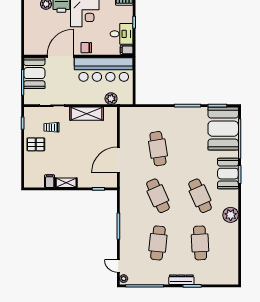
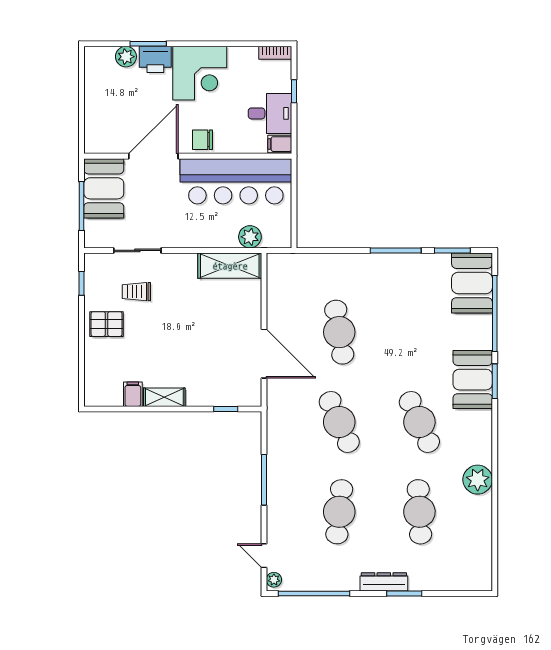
shelving: (87, 114) -> (230, 266), moved
booth: (223, 129) -> (472, 283), width x0.73, depth x0.70
door: (118, 160) -> (264, 354), swing flipped
plant: (231, 215) -> (478, 480), moved

